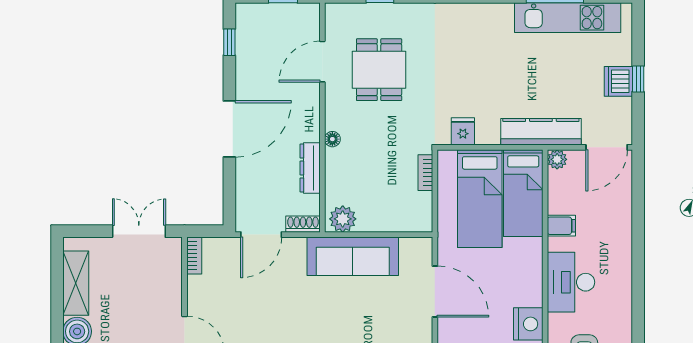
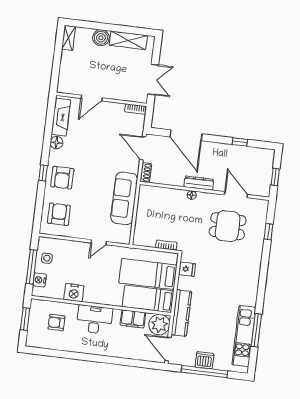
window: (229, 42) -> (240, 142), moved
window: (638, 79) -> (204, 372), width x3.17
door: (229, 129) -> (186, 135), moved
plant: (557, 159) -> (159, 325), width x1.88, depth x1.88
dresser: (310, 168) -> (199, 183), moved
plant: (343, 219) -> (146, 195), removed
filing cabinet: (561, 226) -> (133, 319), width x2.00
door: (435, 292) -> (99, 242), width x0.53

